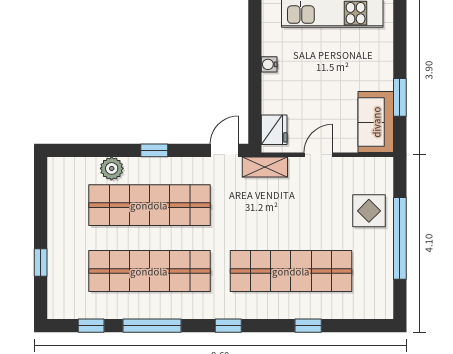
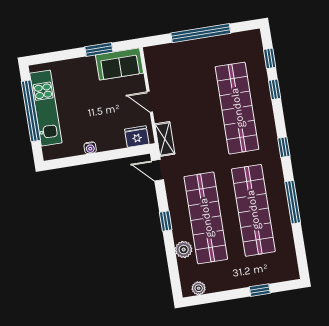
plant: (56, 180) -> (199, 288), added
display table: (369, 211) -> (184, 59), removed
window: (91, 326) -> (270, 58), moved

